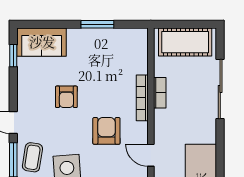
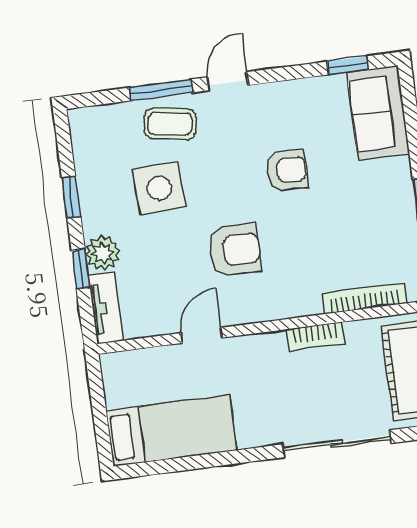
armchair: (66, 97) -> (286, 170), turned 180
bookcase: (142, 98) -> (364, 298), moved

